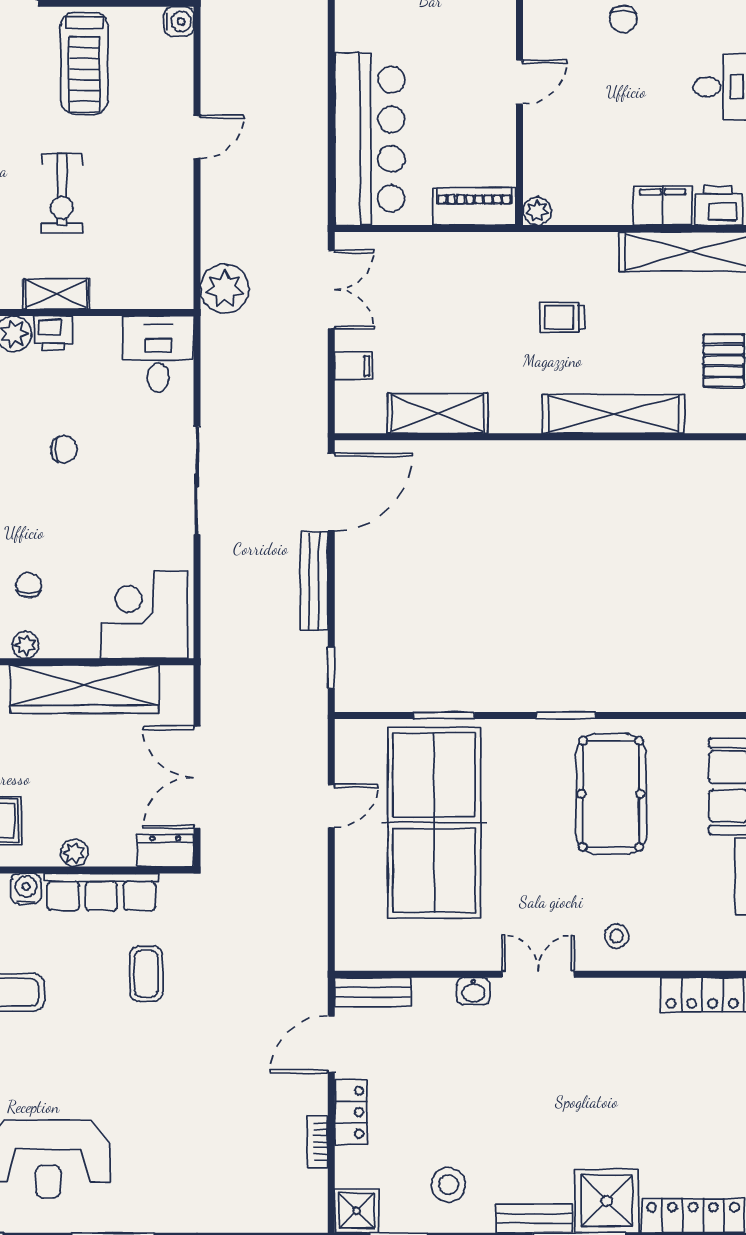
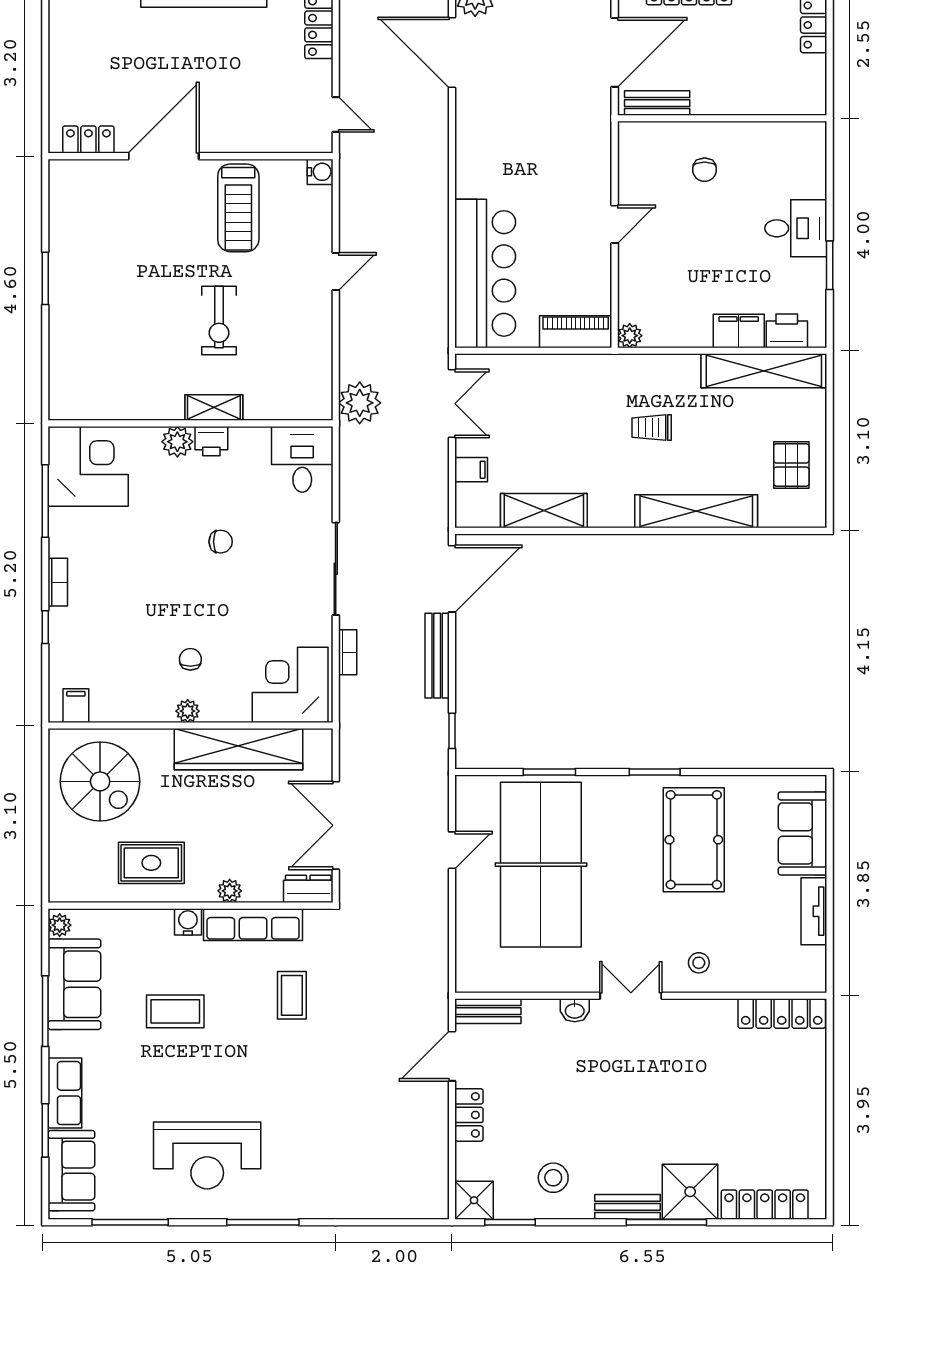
bookcase: (318, 1142) -> (348, 652), moved, turned 180

